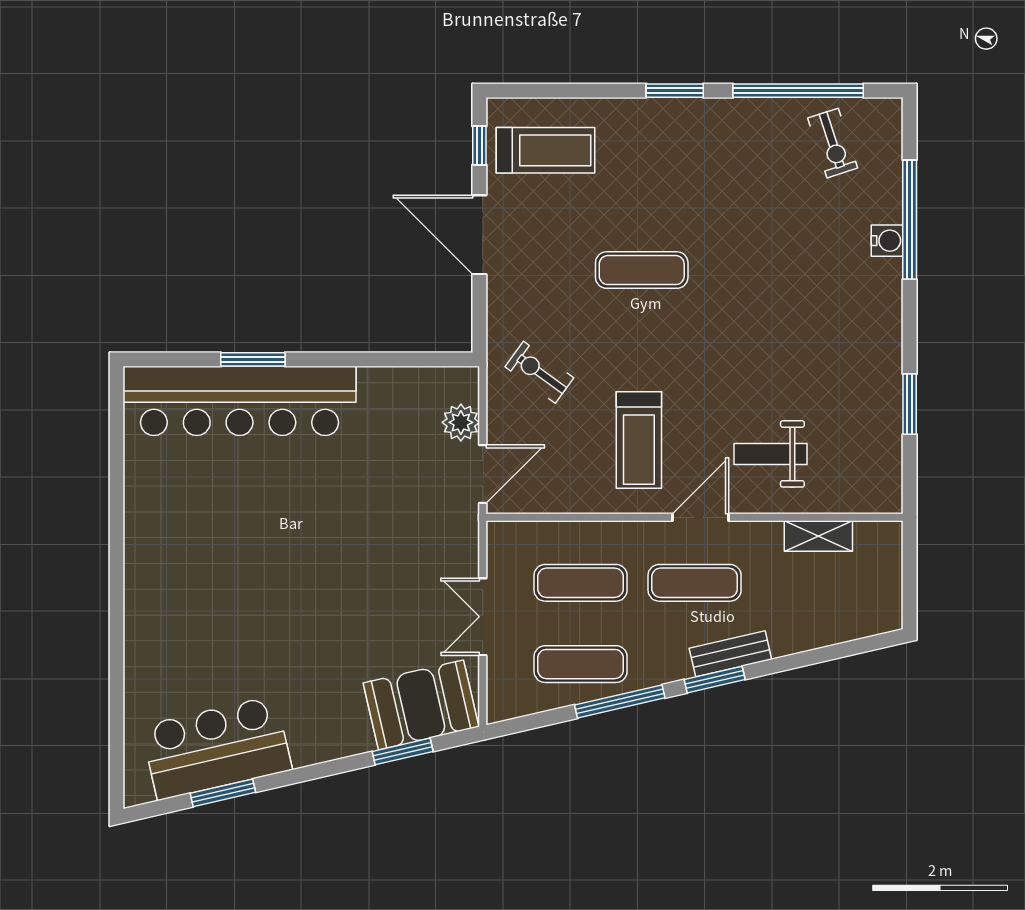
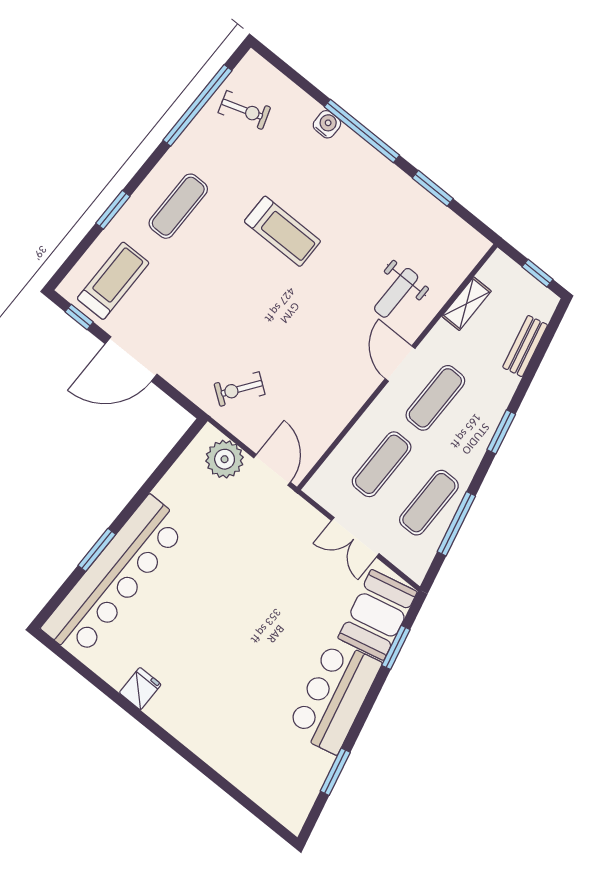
window: (675, 91) -> (113, 210), moved
window: (910, 220) -> (362, 131), moved
exercise mat: (642, 270) -> (178, 206), moved
plant: (461, 422) -> (225, 459), width x1.36, depth x1.36
treadmill: (639, 440) -> (282, 231), moved
fridge: (145, 521) -> (140, 689), added
window: (910, 584) -> (537, 273), added
bench: (730, 654) -> (525, 346), moved
window: (620, 701) -> (456, 524), moved
bar counter: (216, 748) -> (334, 697), moved

